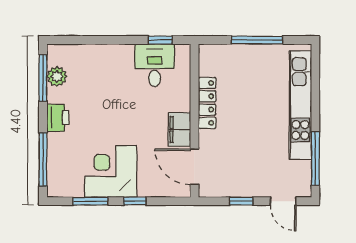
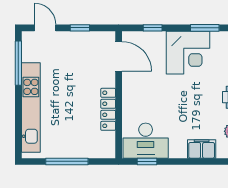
desk: (155, 65) -> (146, 141), width x1.37
filing cabinet: (179, 130) -> (202, 149), moved, turned -90
window: (135, 201) -> (153, 28), moved

